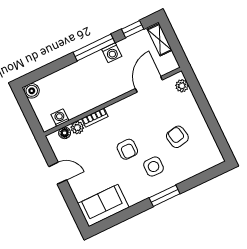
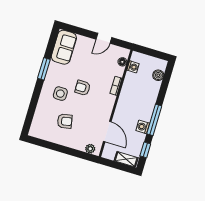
boiler: (32, 91) -> (158, 75), moved
plant: (77, 128) -> (119, 71), removed
window: (165, 196) -> (44, 69), moved

